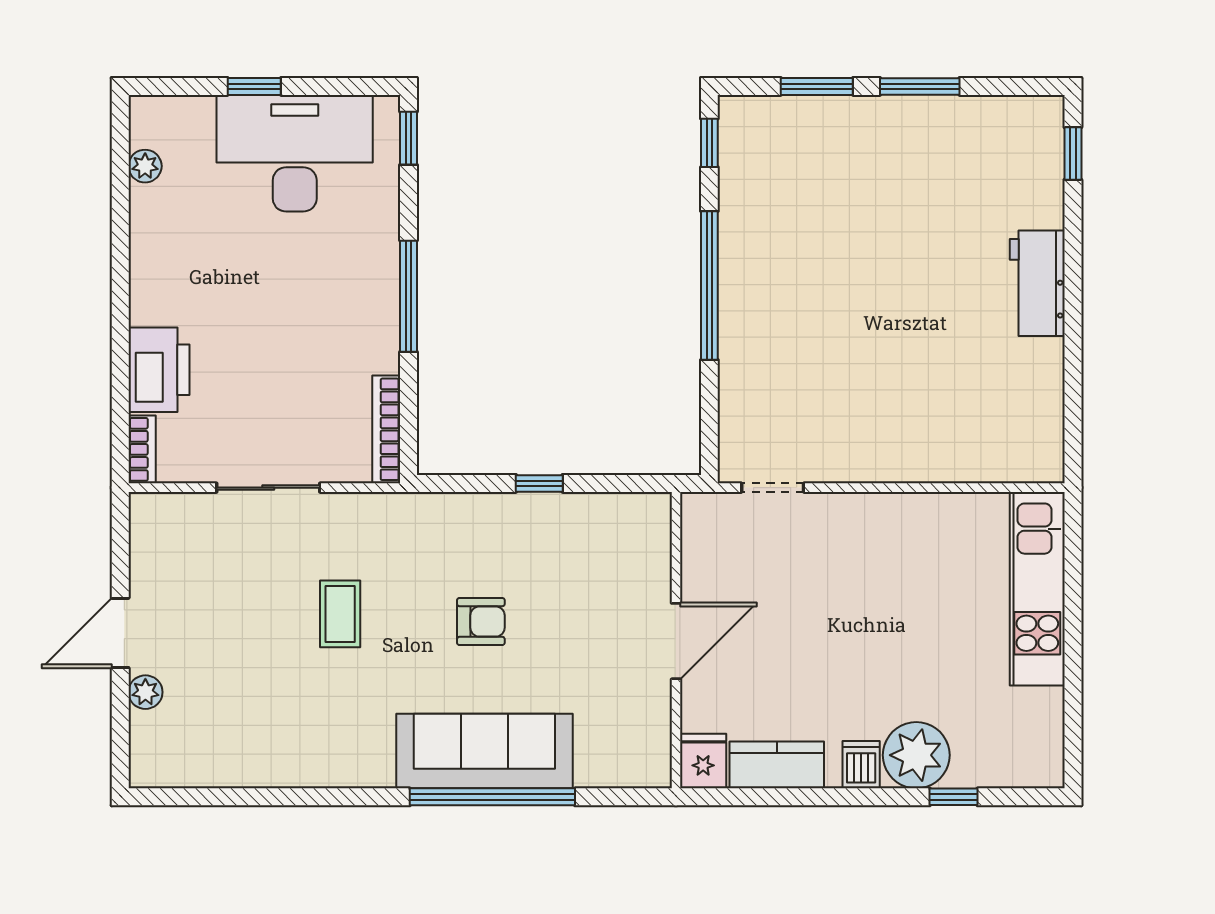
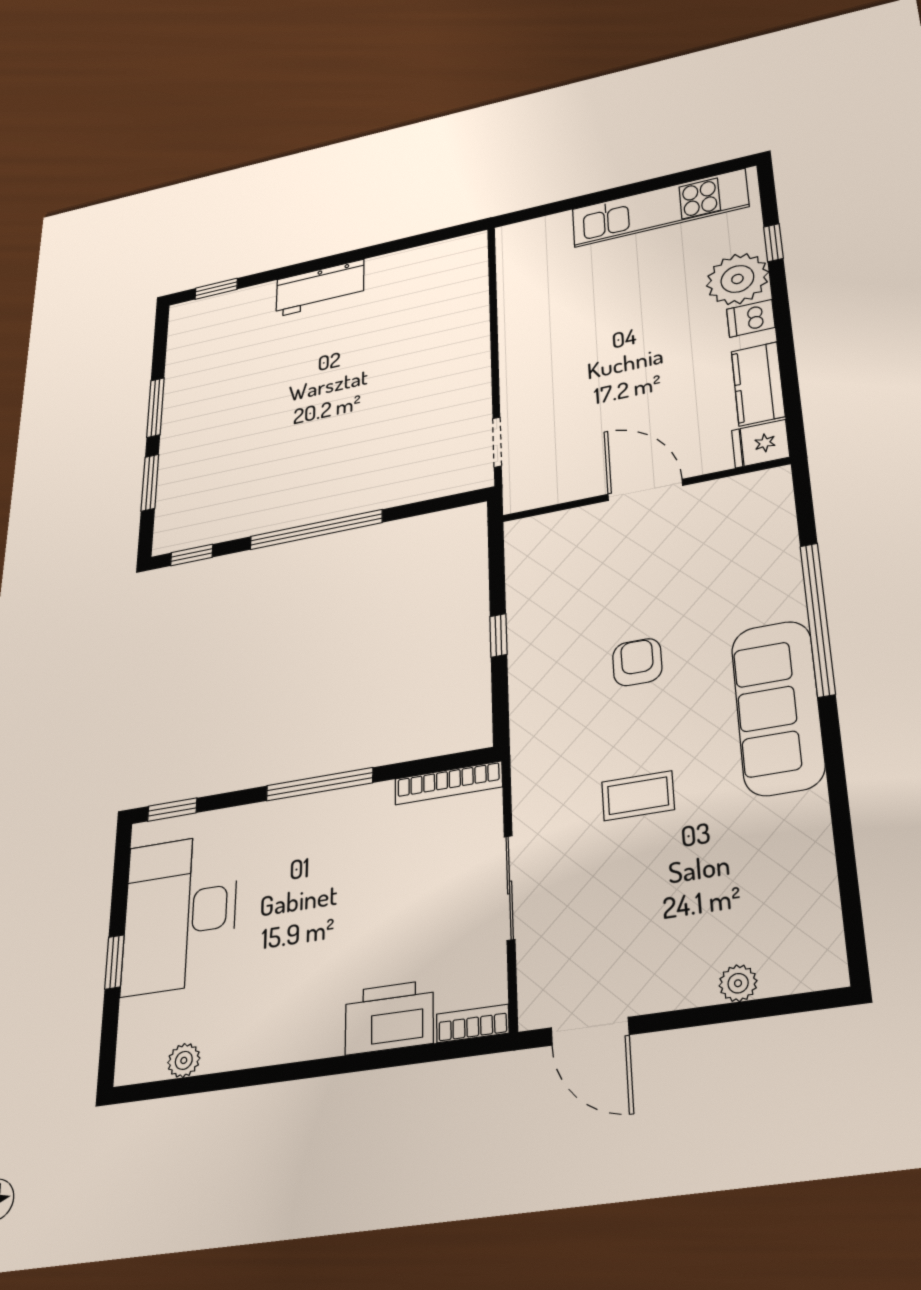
kitchen unit: (1037, 589) -> (660, 208), moved
door: (120, 633) -> (590, 1031), moved
sofa: (484, 751) -> (778, 707), moved

